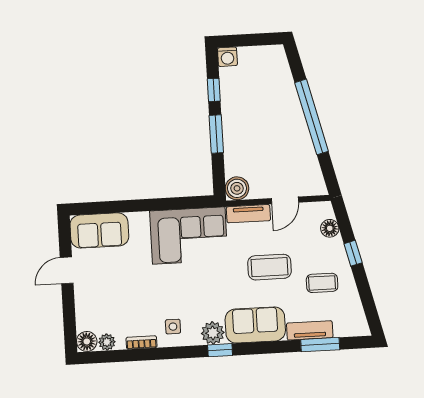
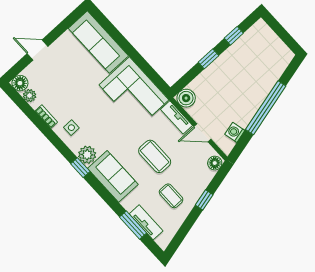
washing machine: (227, 57) -> (235, 132), moved, turned 76
window: (216, 134) -> (209, 59), width x0.67
floor lamp: (330, 228) -> (215, 163), moved
sofa: (99, 230) -> (98, 42), width x1.36
door: (67, 270) -> (37, 50), moved
tv unit: (310, 330) -> (146, 222), moved

